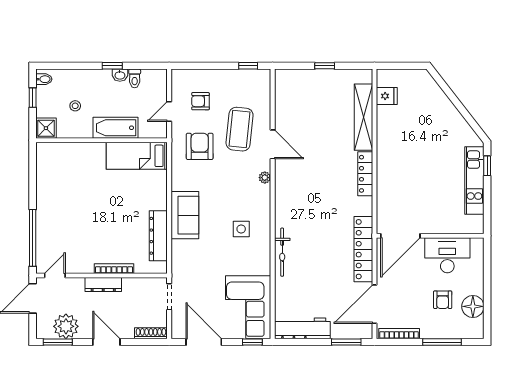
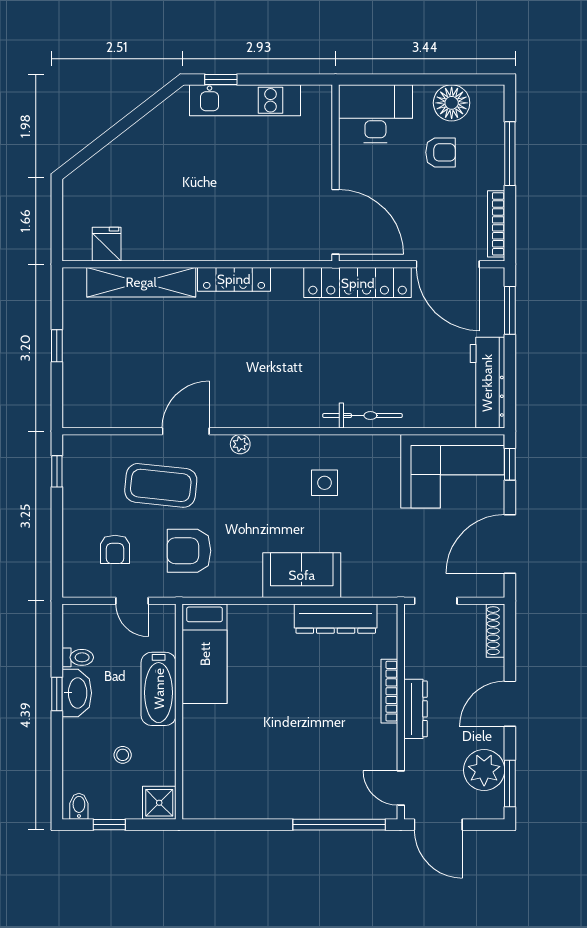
washbasin: (120, 75) -> (77, 693), width x1.91, depth x1.45
desk: (447, 255) -> (375, 114), moved, turned 90

